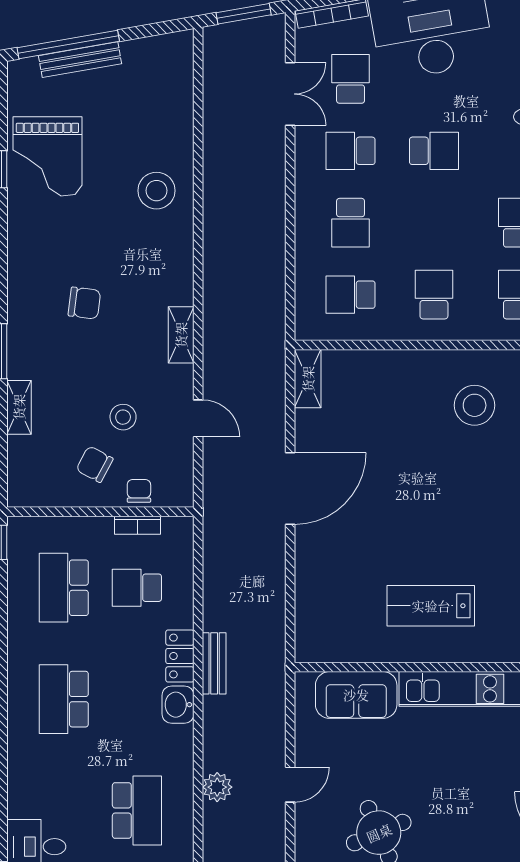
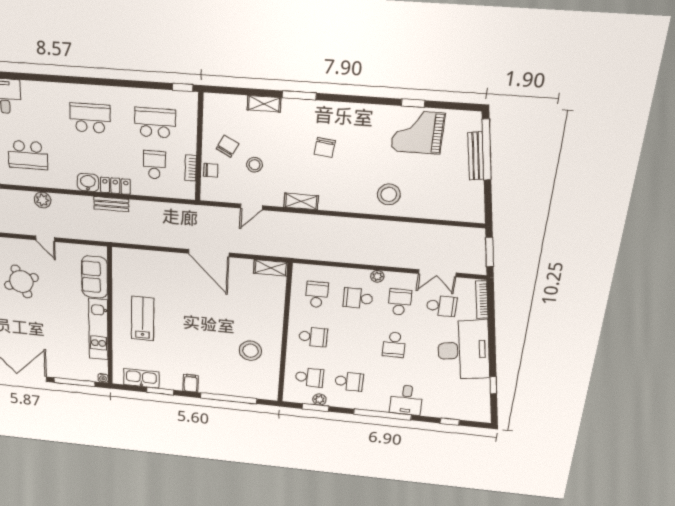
plant: (306, 194) -> (377, 276), added

